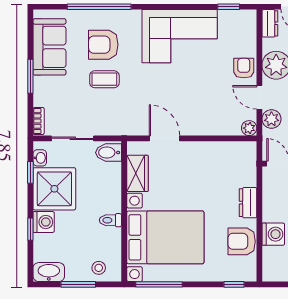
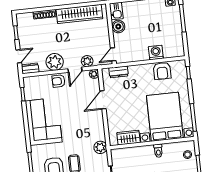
plant: (127, 125) -> (100, 147), added
door: (164, 138) -> (103, 100), moved
bidet: (109, 153) -> (118, 156), removed
dresser: (248, 203) -> (119, 72), moved

